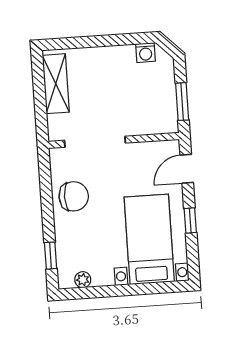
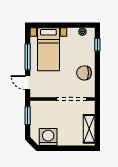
washing machine: (146, 53) -> (48, 137), width x1.89, depth x1.89
door: (187, 169) -> (28, 83), swing flipped
window: (190, 221) -> (28, 57), width x2.17

